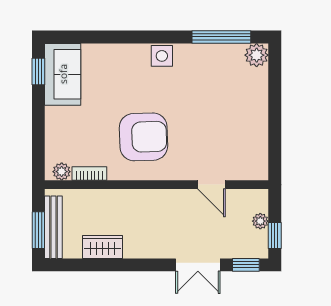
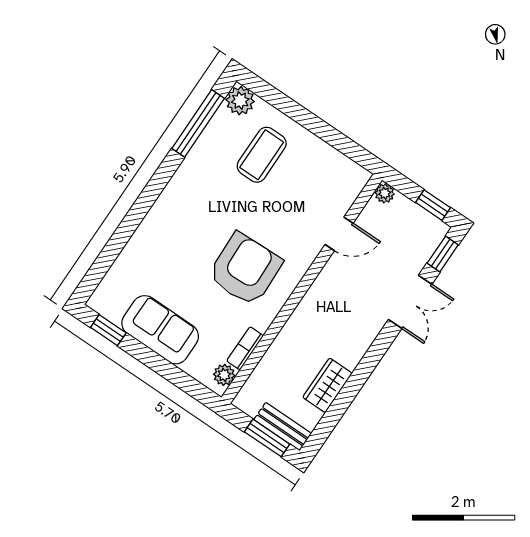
side table: (162, 56) -> (177, 196), removed
sofa: (63, 74) -> (160, 330), moved
coffee table: (230, 95) -> (262, 155), added
plant: (260, 221) -> (385, 193), moved
bench: (53, 227) -> (283, 426), width x0.73

